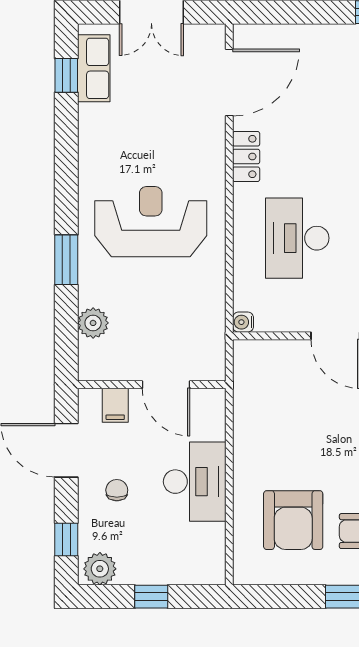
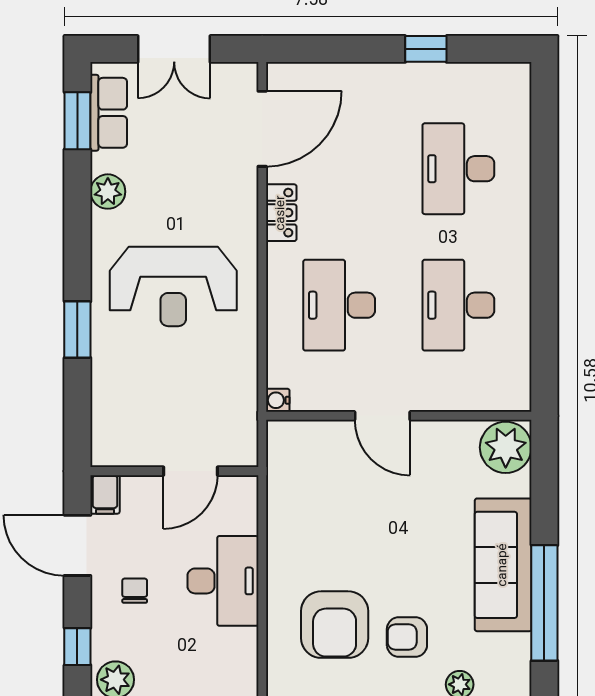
window: (66, 75) -> (77, 121), width x1.50
reception desk: (151, 222) -> (173, 286), turned 180
plant: (93, 323) -> (108, 192), moved
door: (166, 385) -> (190, 471), hinge flipped
filing cabinet: (115, 405) -> (105, 494), moved

